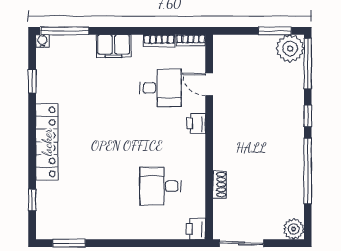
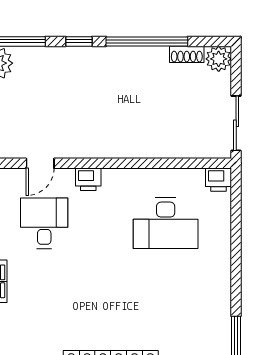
shoe rack: (220, 185) -> (187, 54), moved, turned 180
desk: (161, 186) -> (166, 223), width x1.37

